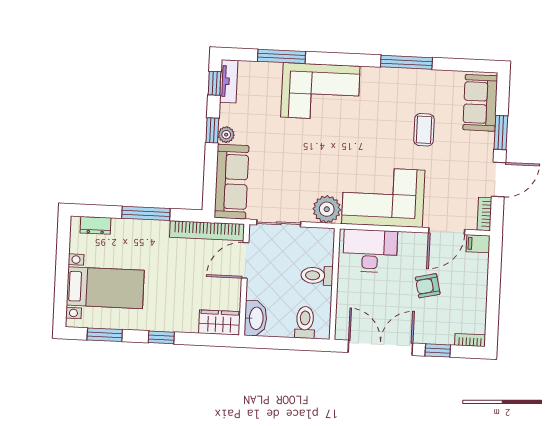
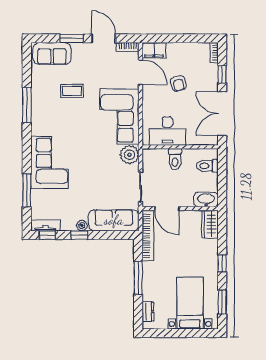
filing cabinet: (478, 244) -> (154, 50), width x2.00
desk: (370, 251) -> (167, 131), moved, turned -90

